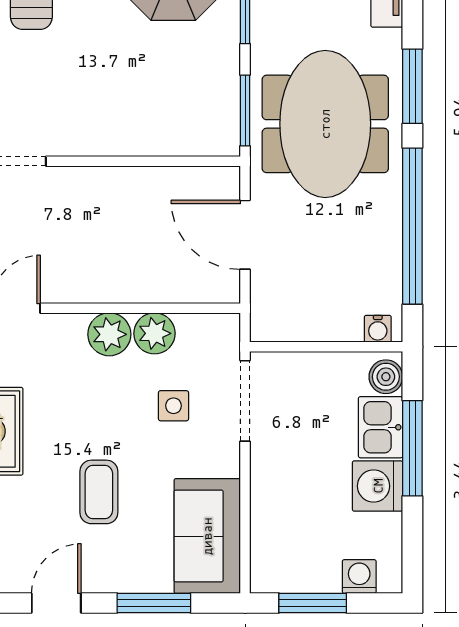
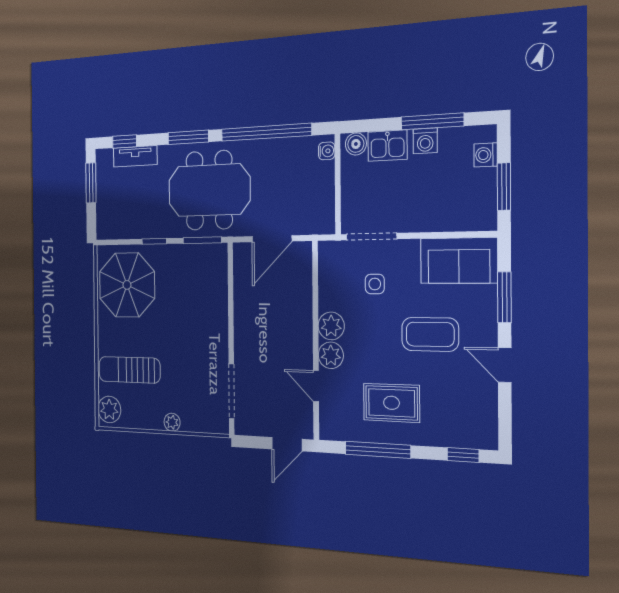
plant: (155, 333) -> (331, 355), moved
window: (412, 448) -> (432, 121), moved
washing machine: (378, 486) -> (425, 141), width x0.73, depth x0.73
coffee table: (99, 492) -> (430, 334), width x1.36, depth x1.30

